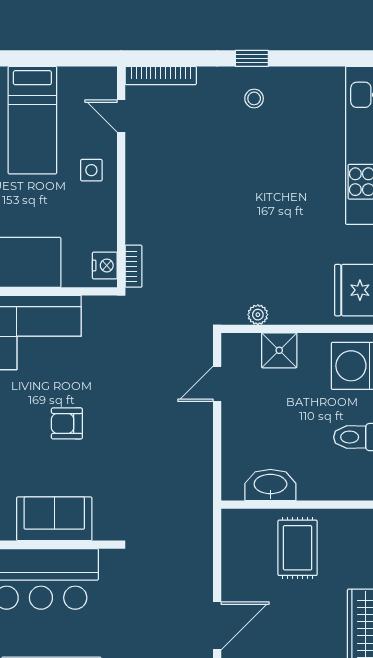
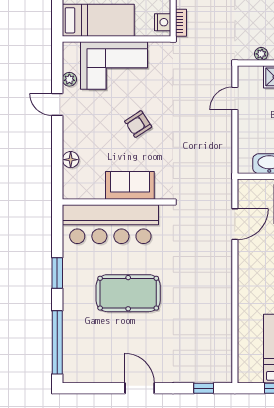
armchair: (67, 423) -> (138, 124), turned -33
door: (217, 626) -> (235, 224), moved

